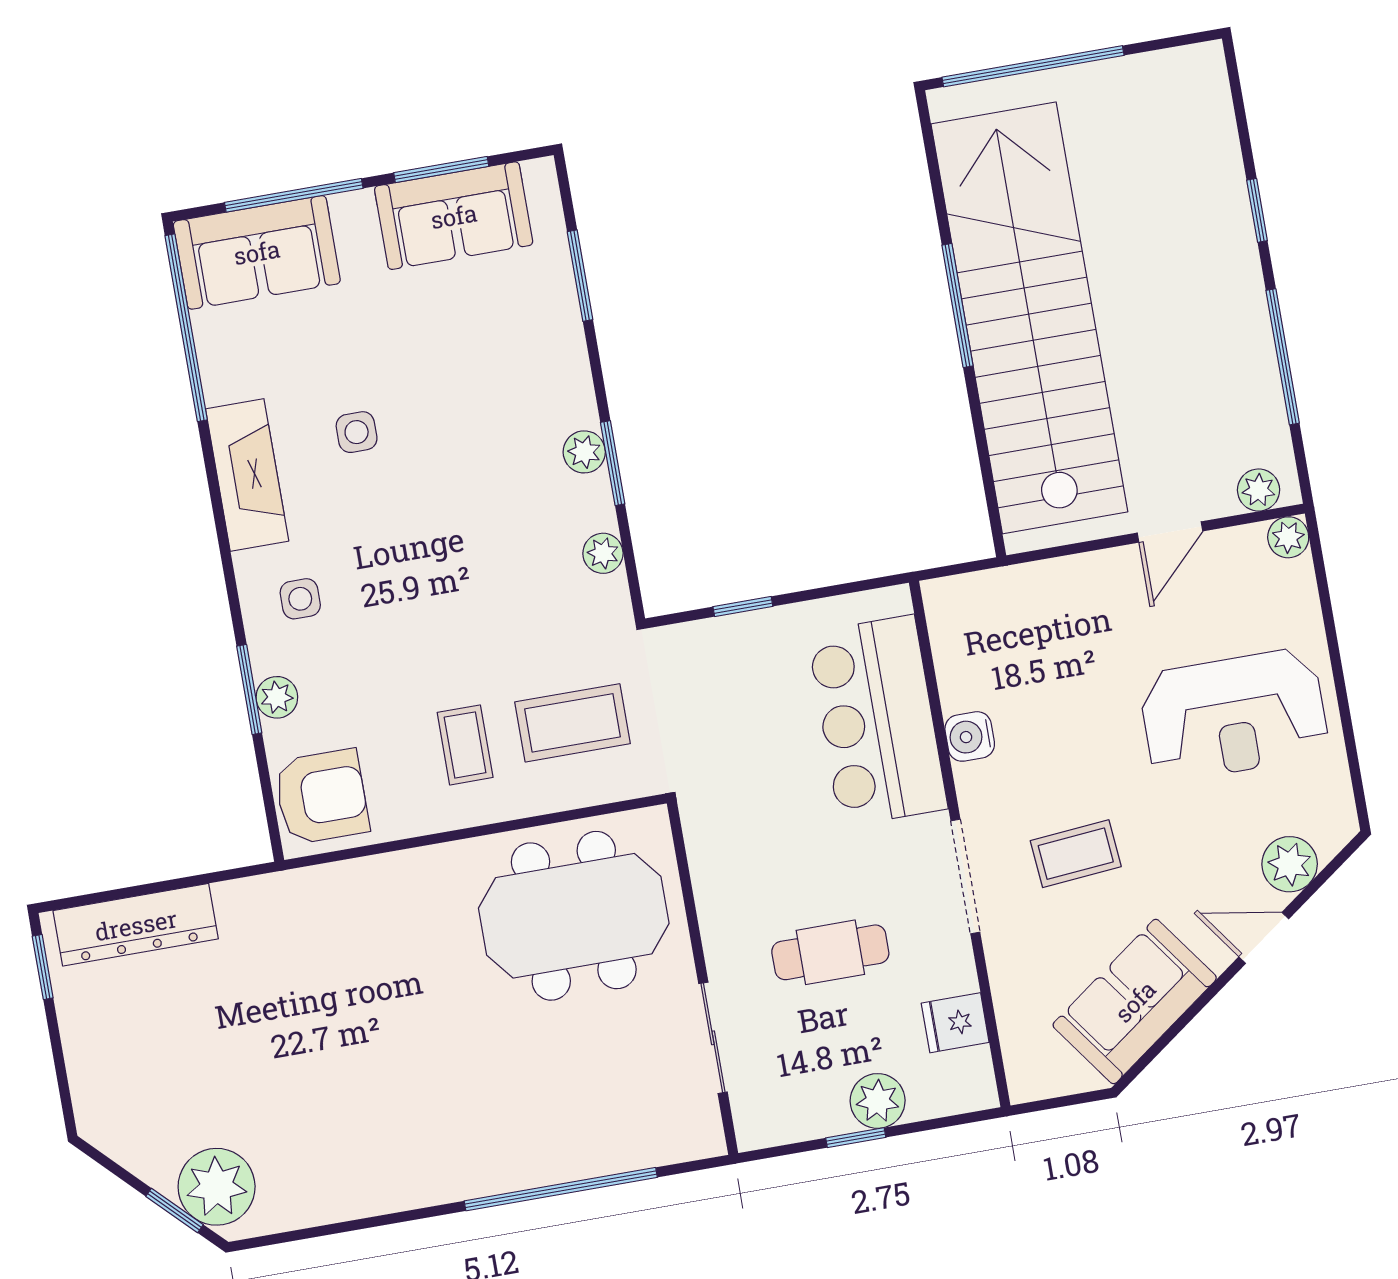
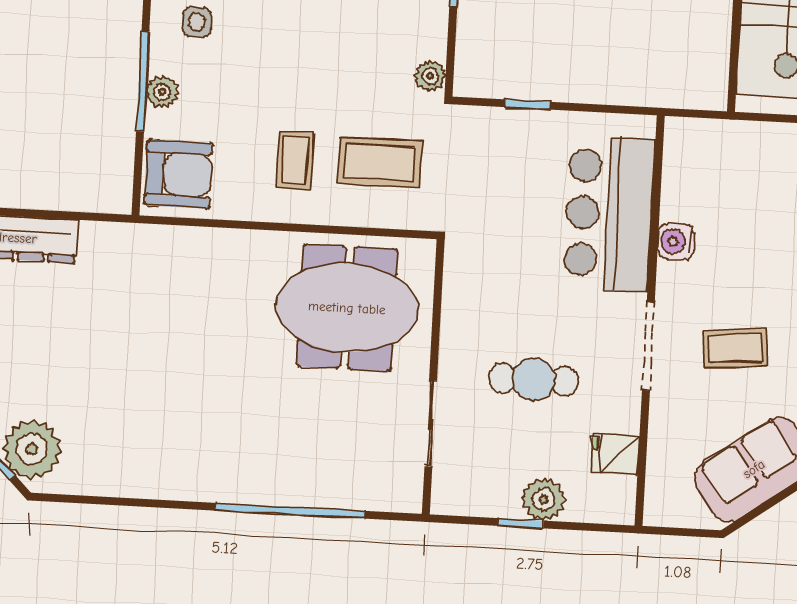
plant: (603, 553) -> (430, 76), moved
window: (249, 690) -> (143, 81), width x1.44

